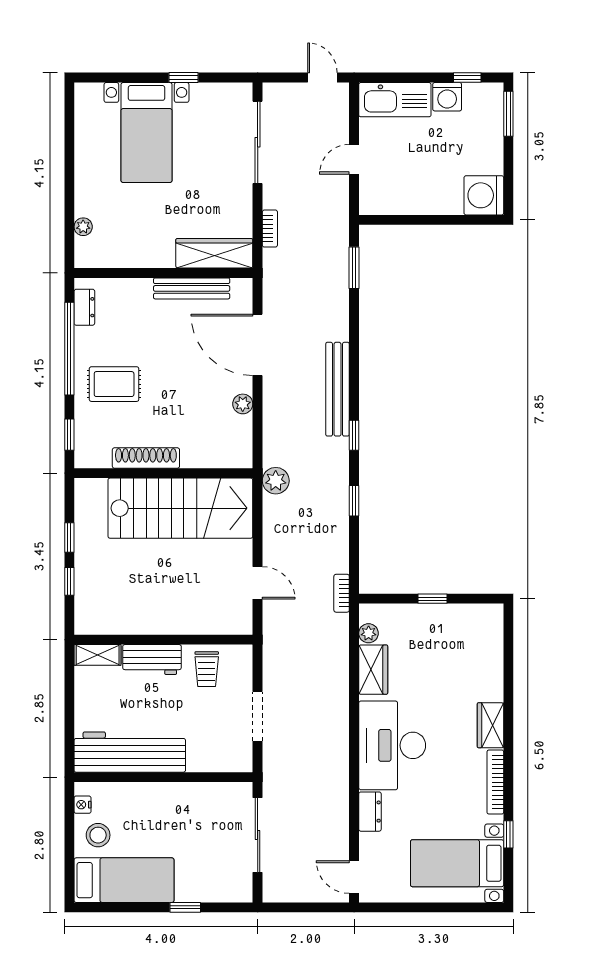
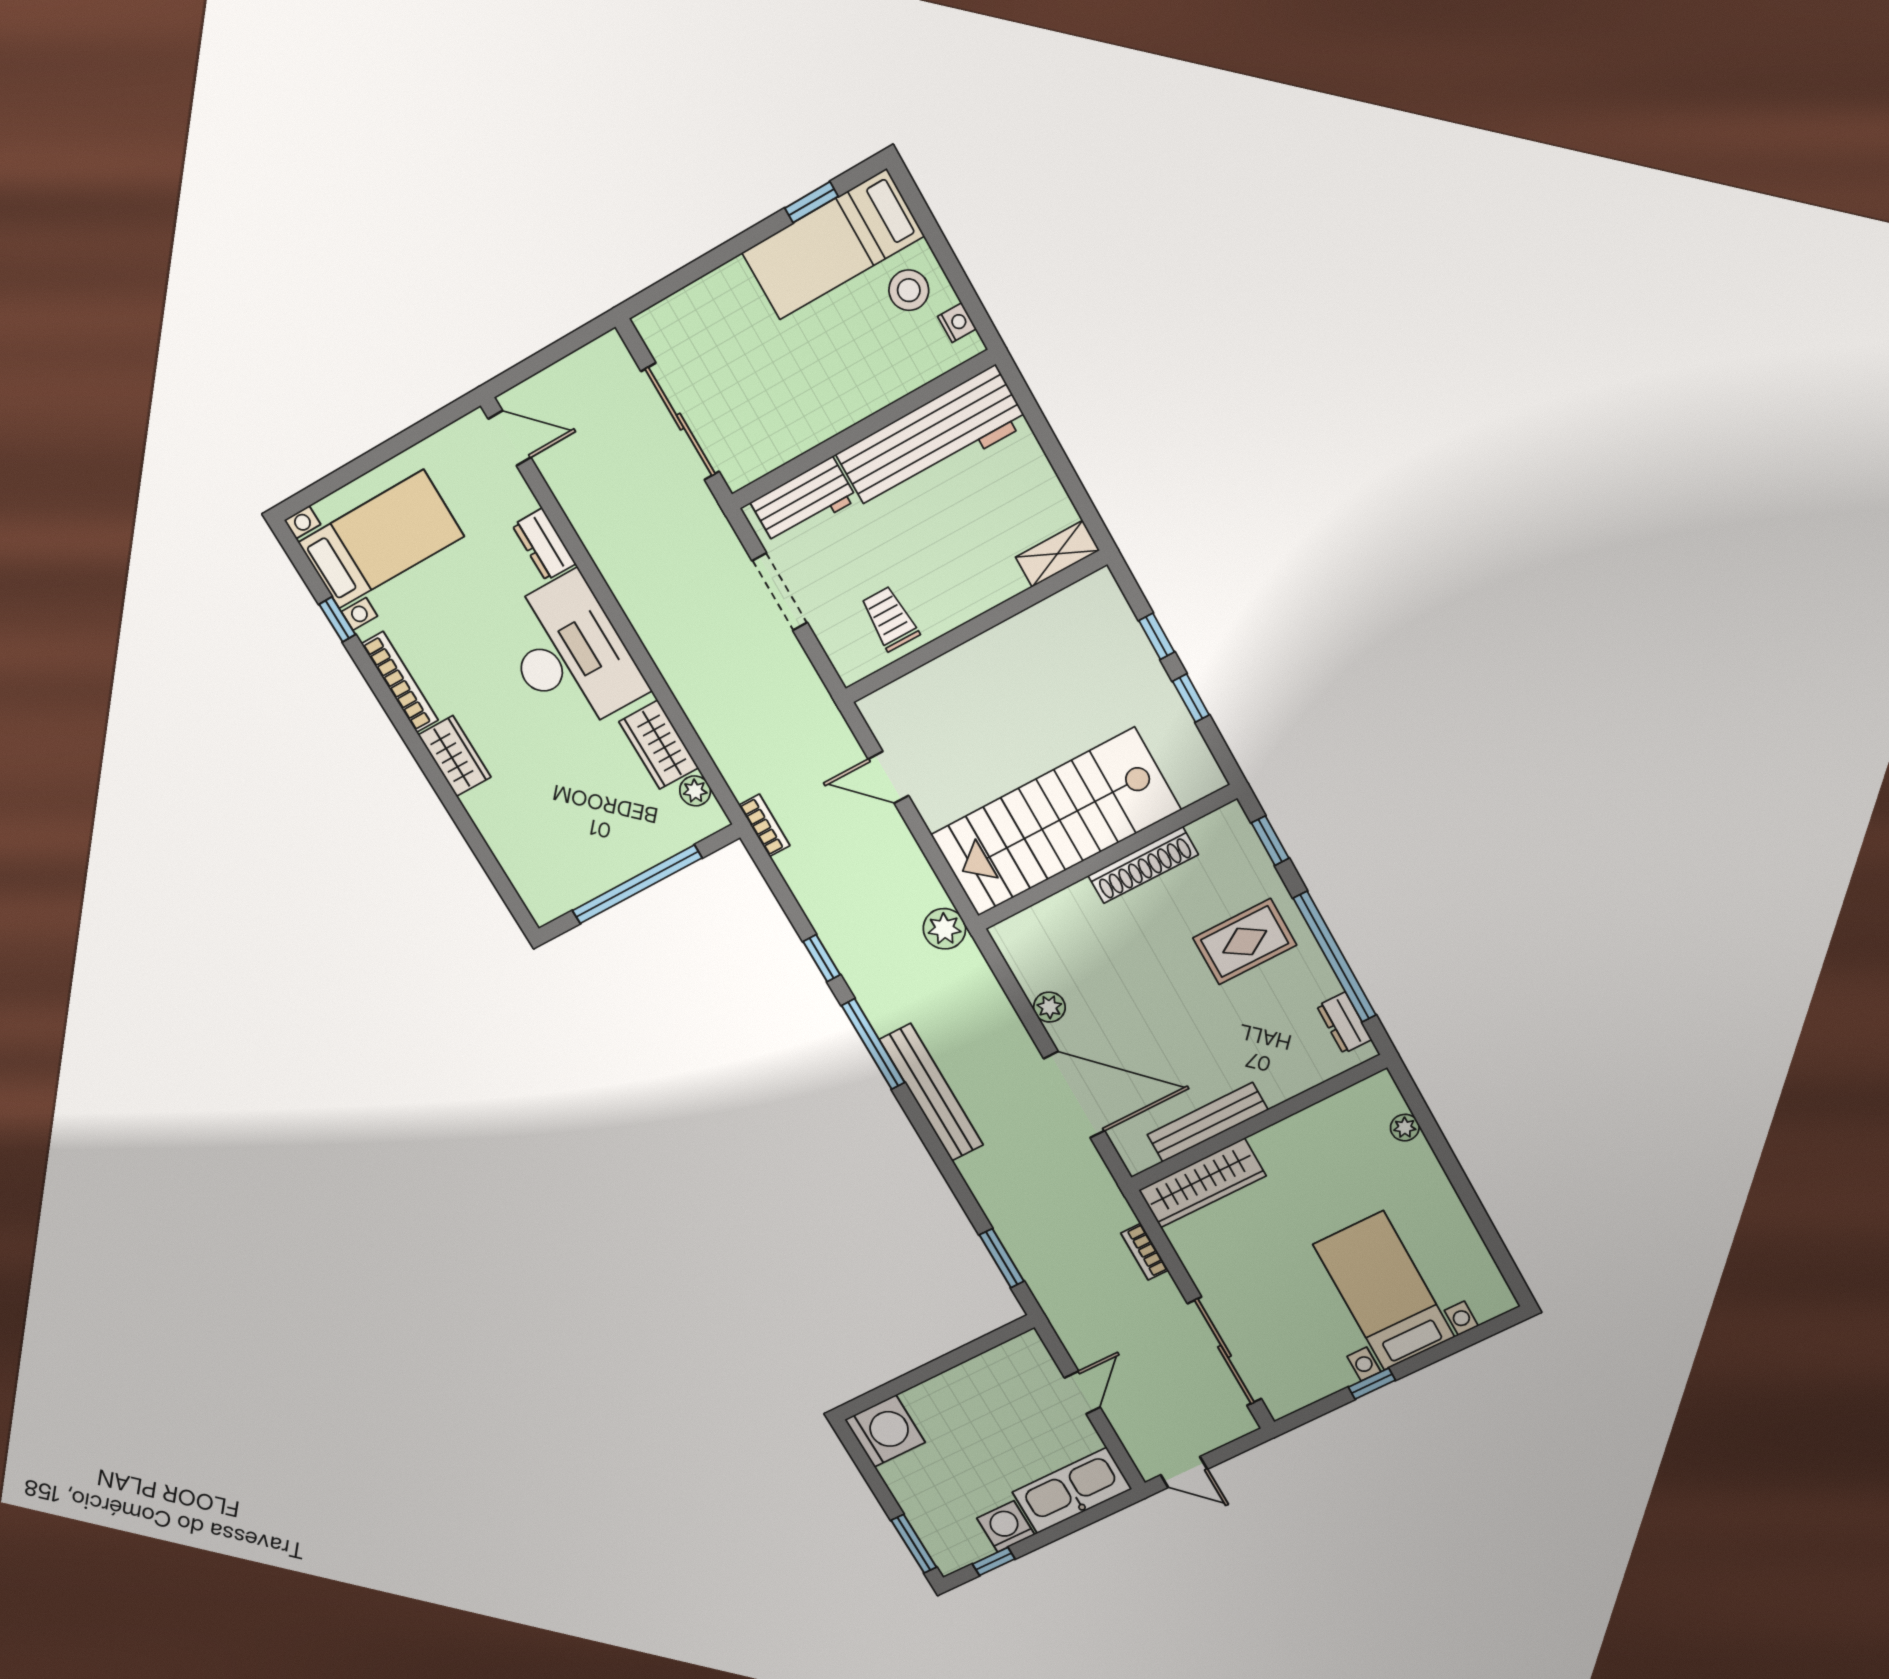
window: (354, 435) -> (873, 1044), width x2.17
window: (433, 599) -> (637, 884), width x3.17
workbench: (152, 660) -> (804, 501), moved, turned 180
window: (185, 907) -> (811, 202), moved

